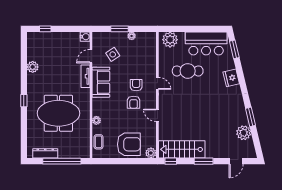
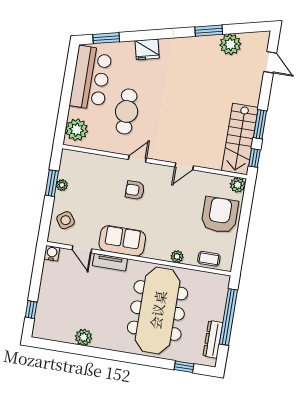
window: (119, 29) -> (52, 183), moved
side table: (113, 54) -> (66, 220), moved
window: (24, 101) -> (184, 367), moved
armchair: (134, 102) -> (159, 198), removed
meeting table: (58, 113) -> (158, 310), width x1.36
window: (204, 161) -> (260, 124), moved

